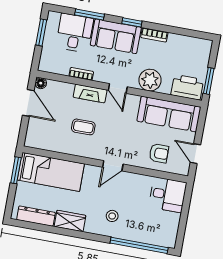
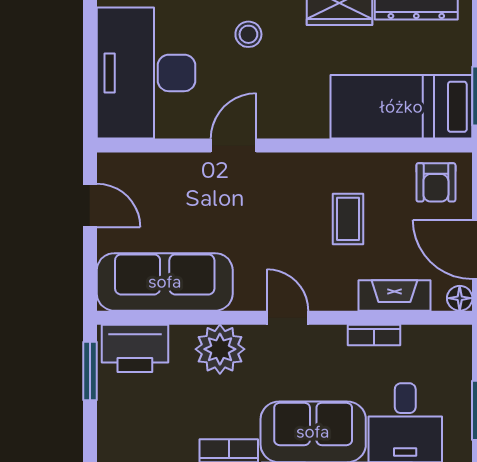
fireplace: (90, 93) -> (394, 295), moved
coffee table: (83, 127) -> (348, 219), turned 90
armchair: (159, 153) -> (436, 182), moved, turned -90
door: (113, 166) -> (234, 146), moved
desk: (168, 195) -> (146, 73), width x1.87, depth x1.30

